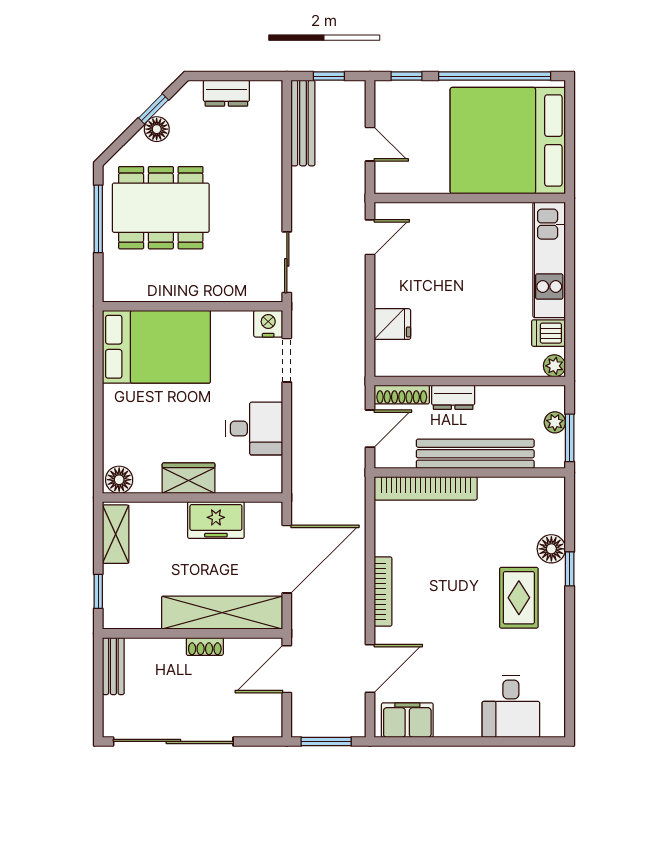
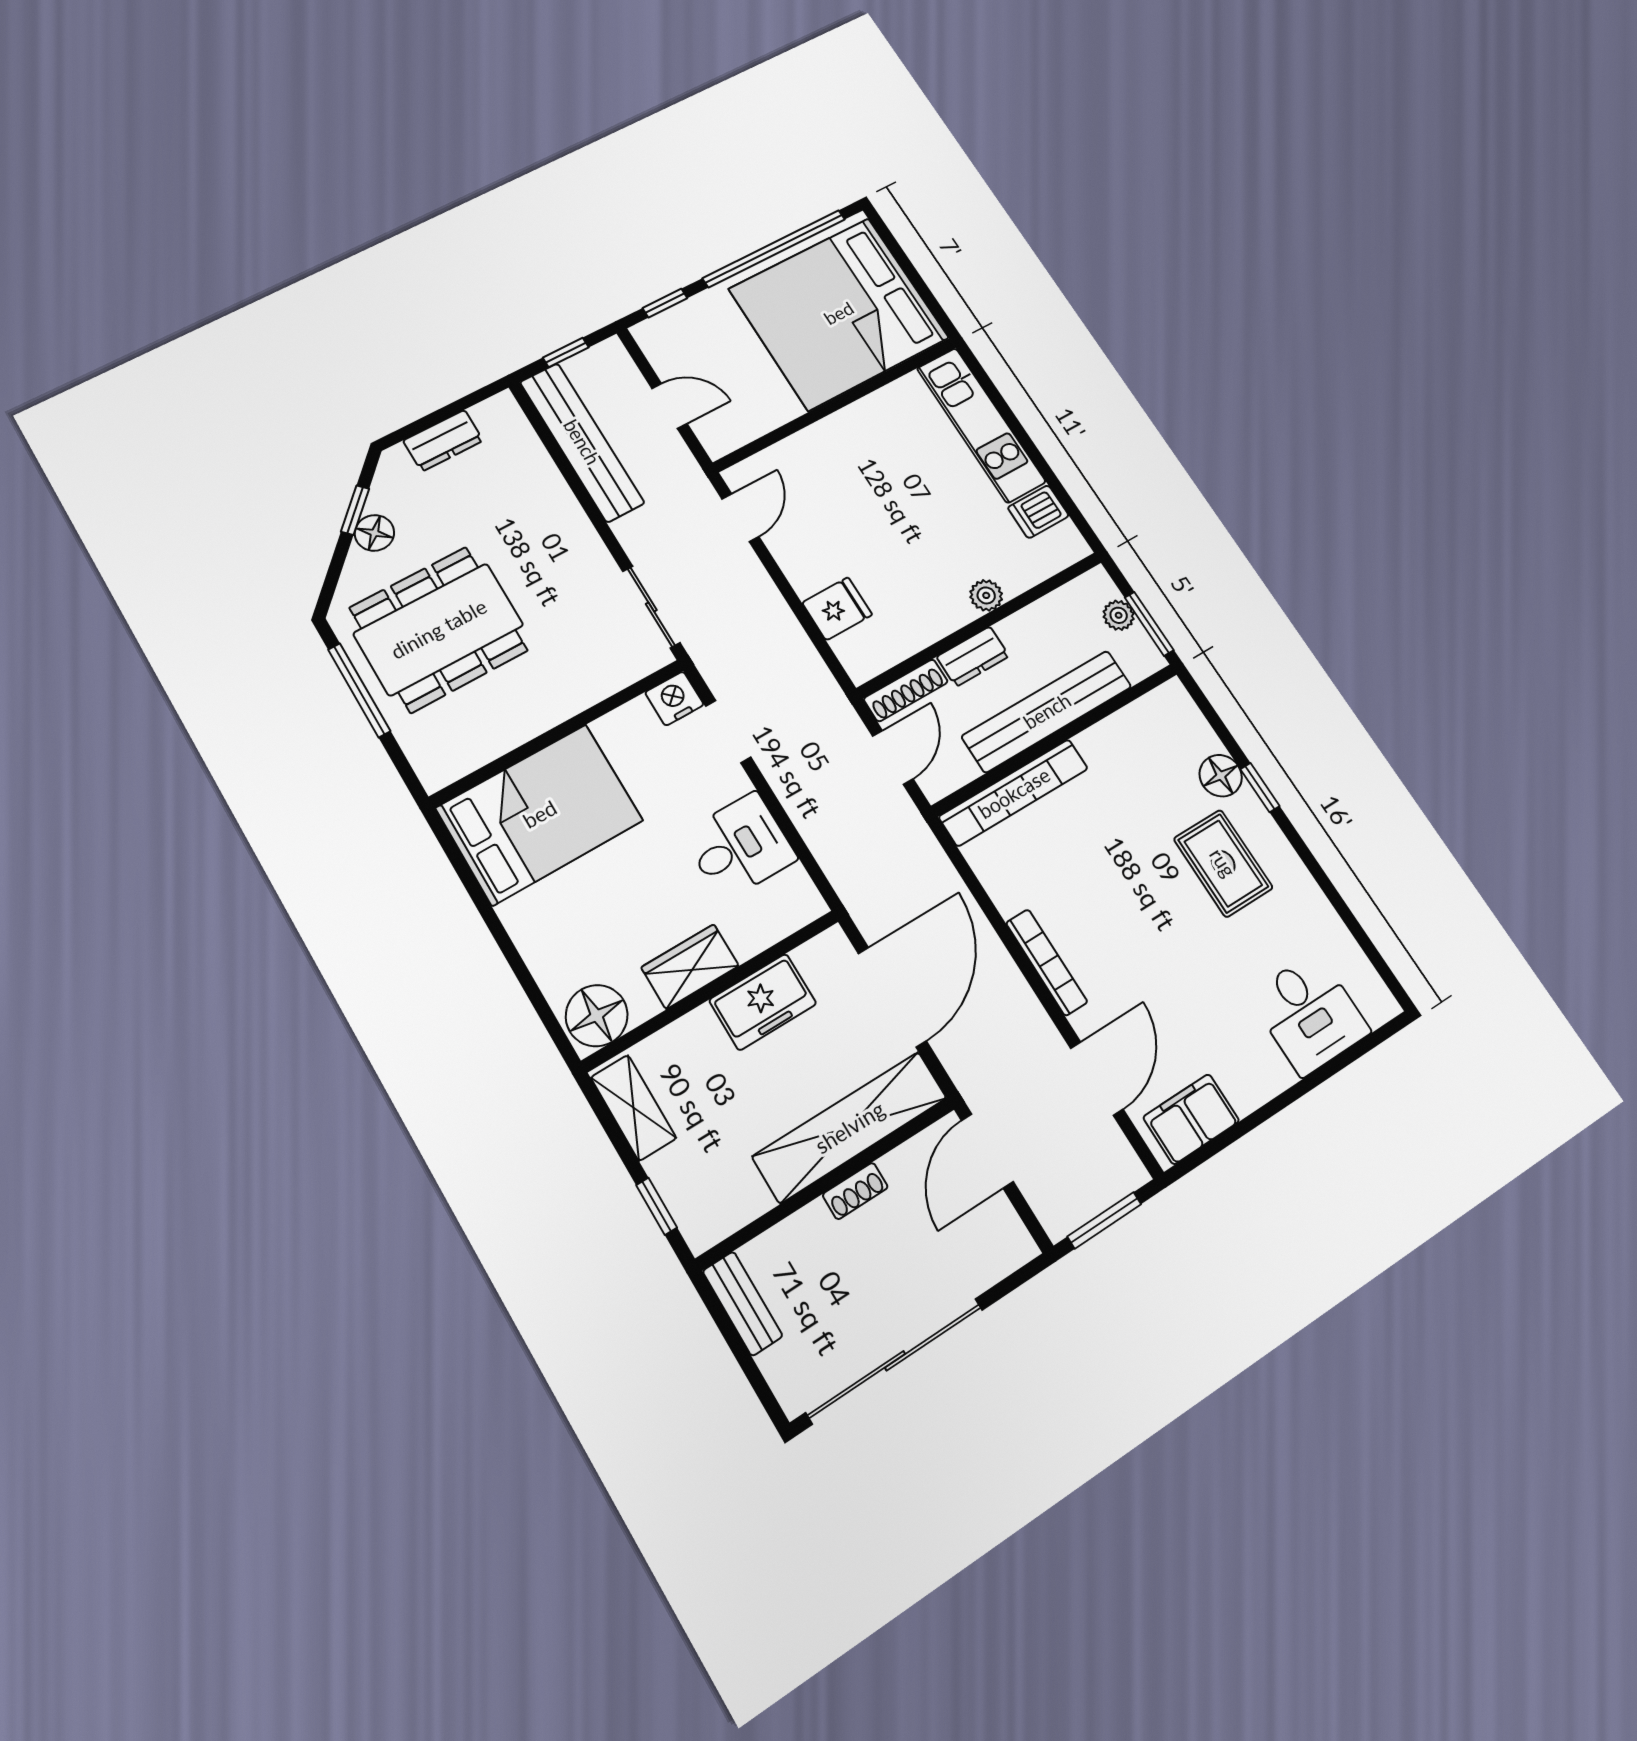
bench: (303, 123) -> (582, 442), width x1.37, depth x1.21
plant: (554, 366) -> (986, 595), moved
floor lamp: (119, 480) -> (597, 1016), width x1.38, depth x1.38

